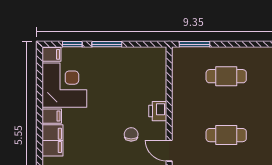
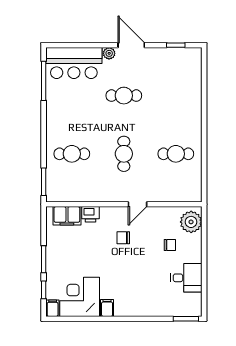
cafe table: (226, 76) -> (72, 154), turned 90
printer: (158, 111) -> (91, 214), moved
filing cabinet: (52, 140) -> (67, 216), moved, turned 180

